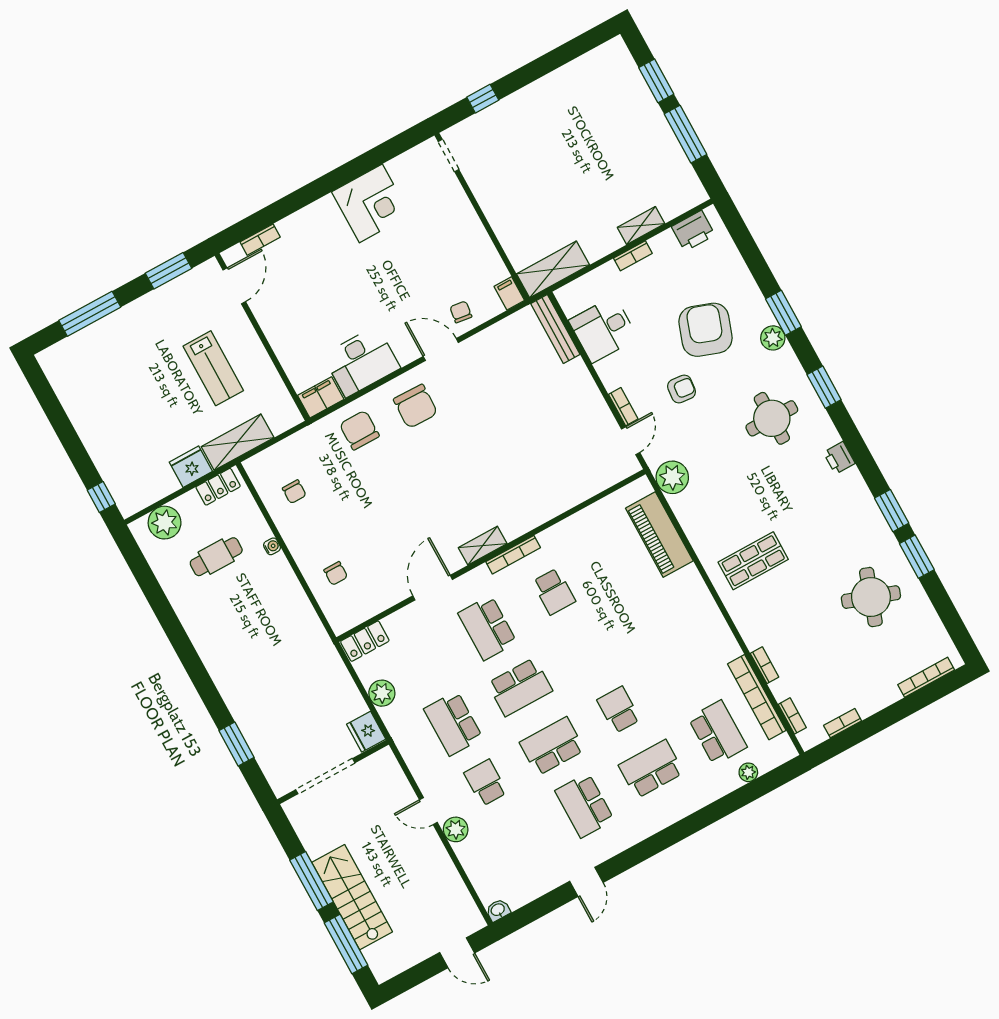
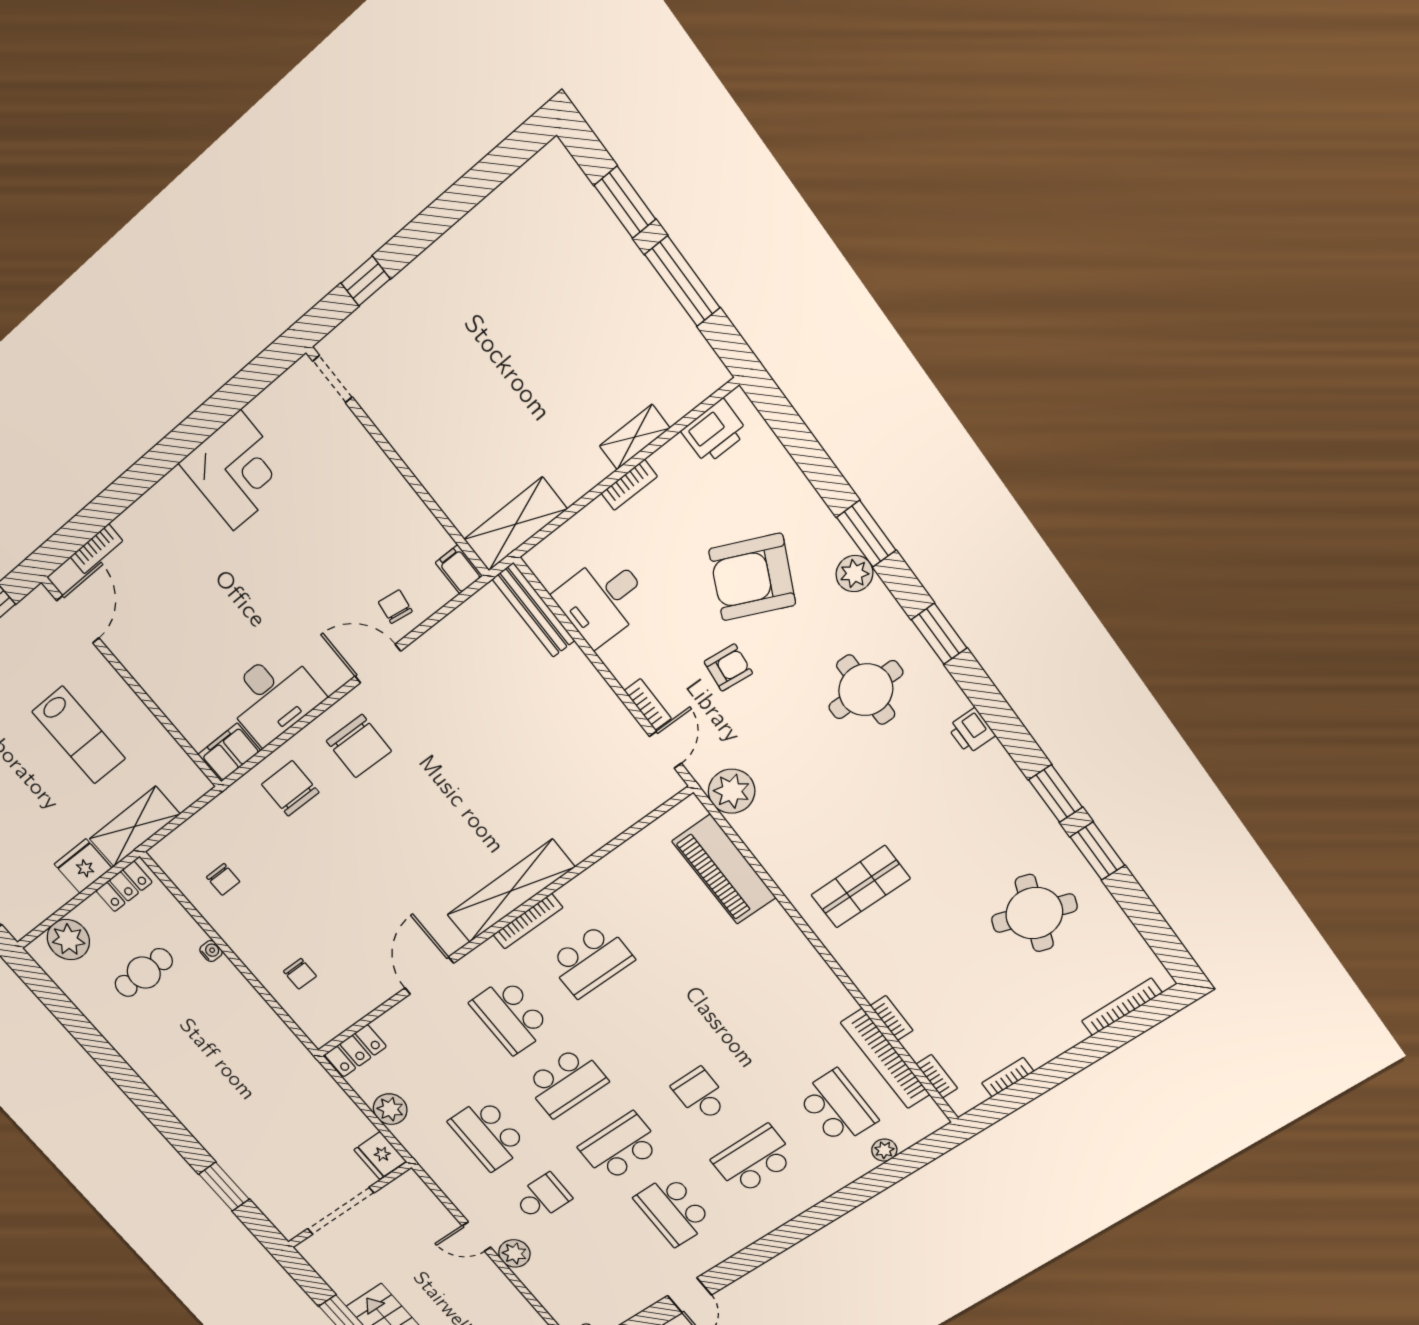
armchair: (705, 330) -> (752, 577), turned -84
shelving: (483, 546) -> (511, 891), width x2.20, depth x1.33
school desk: (554, 591) -> (591, 960), width x1.85
school desk: (486, 783) -> (542, 1197), turned 90

